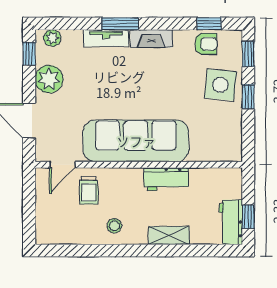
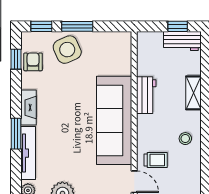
tv unit: (106, 38) -> (28, 153), width x1.41
side table: (220, 85) -> (67, 50), turned -30
window: (248, 97) -> (77, 26), width x1.50

